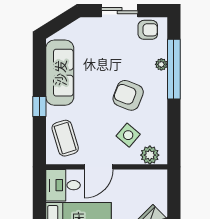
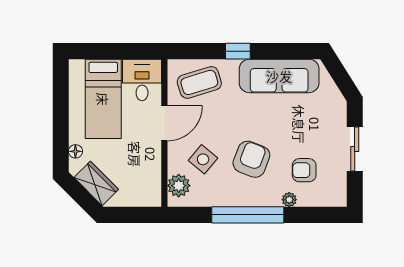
armchair: (148, 30) -> (304, 170), moved, turned 90
window: (174, 69) -> (248, 215), moved
door: (99, 167) -> (164, 123), swing flipped

